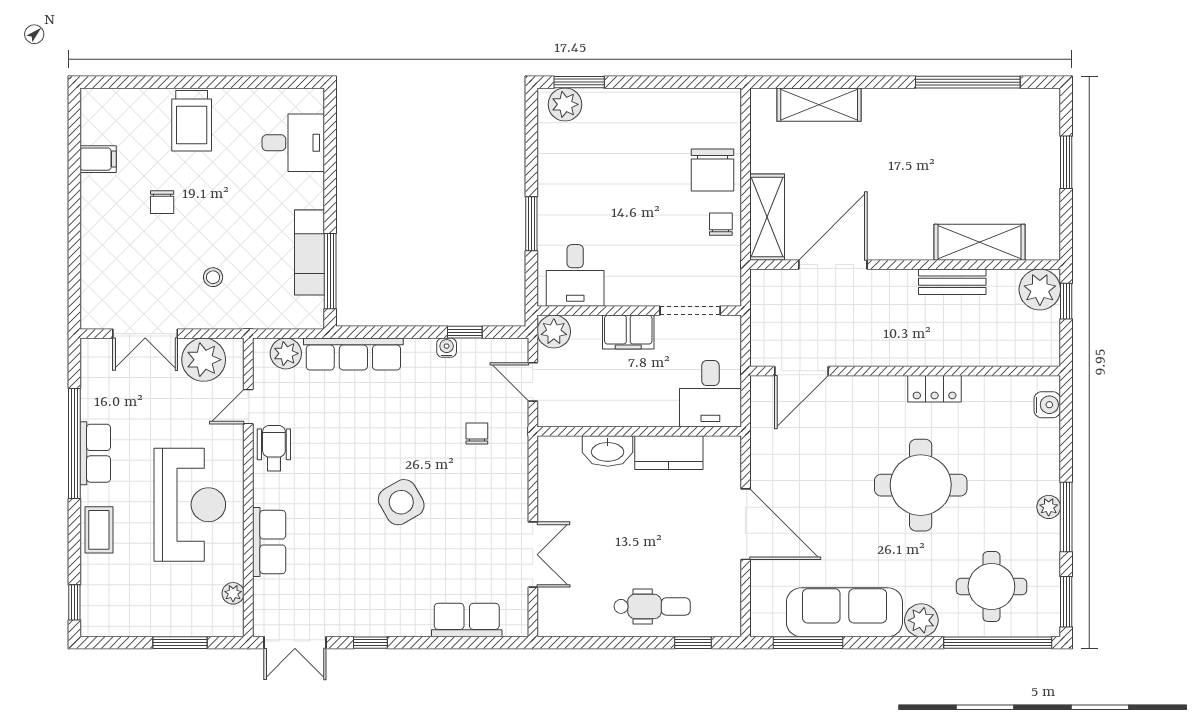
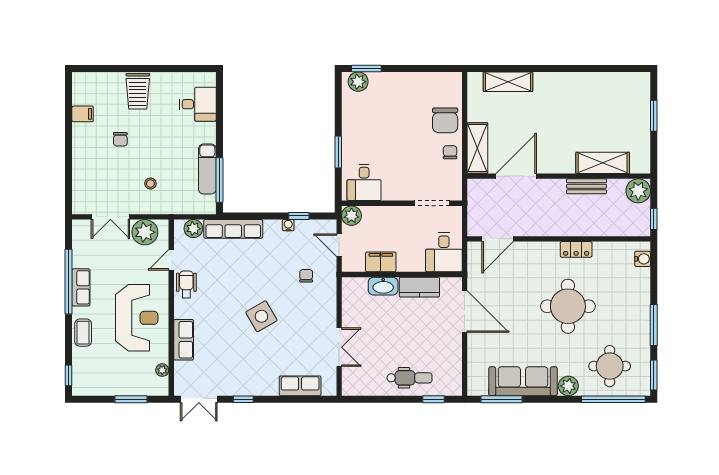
window: (968, 82) -> (596, 68), removed
window: (1066, 301) -> (654, 219), moved
filing cabinet: (628, 332) -> (381, 262), moved, turned 180
plant: (1049, 507) -> (643, 319), removed
door: (746, 524) -> (465, 311), moved

